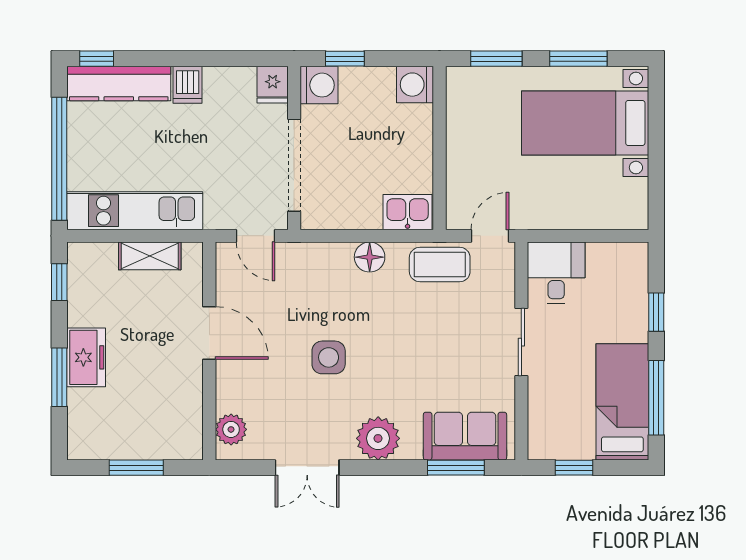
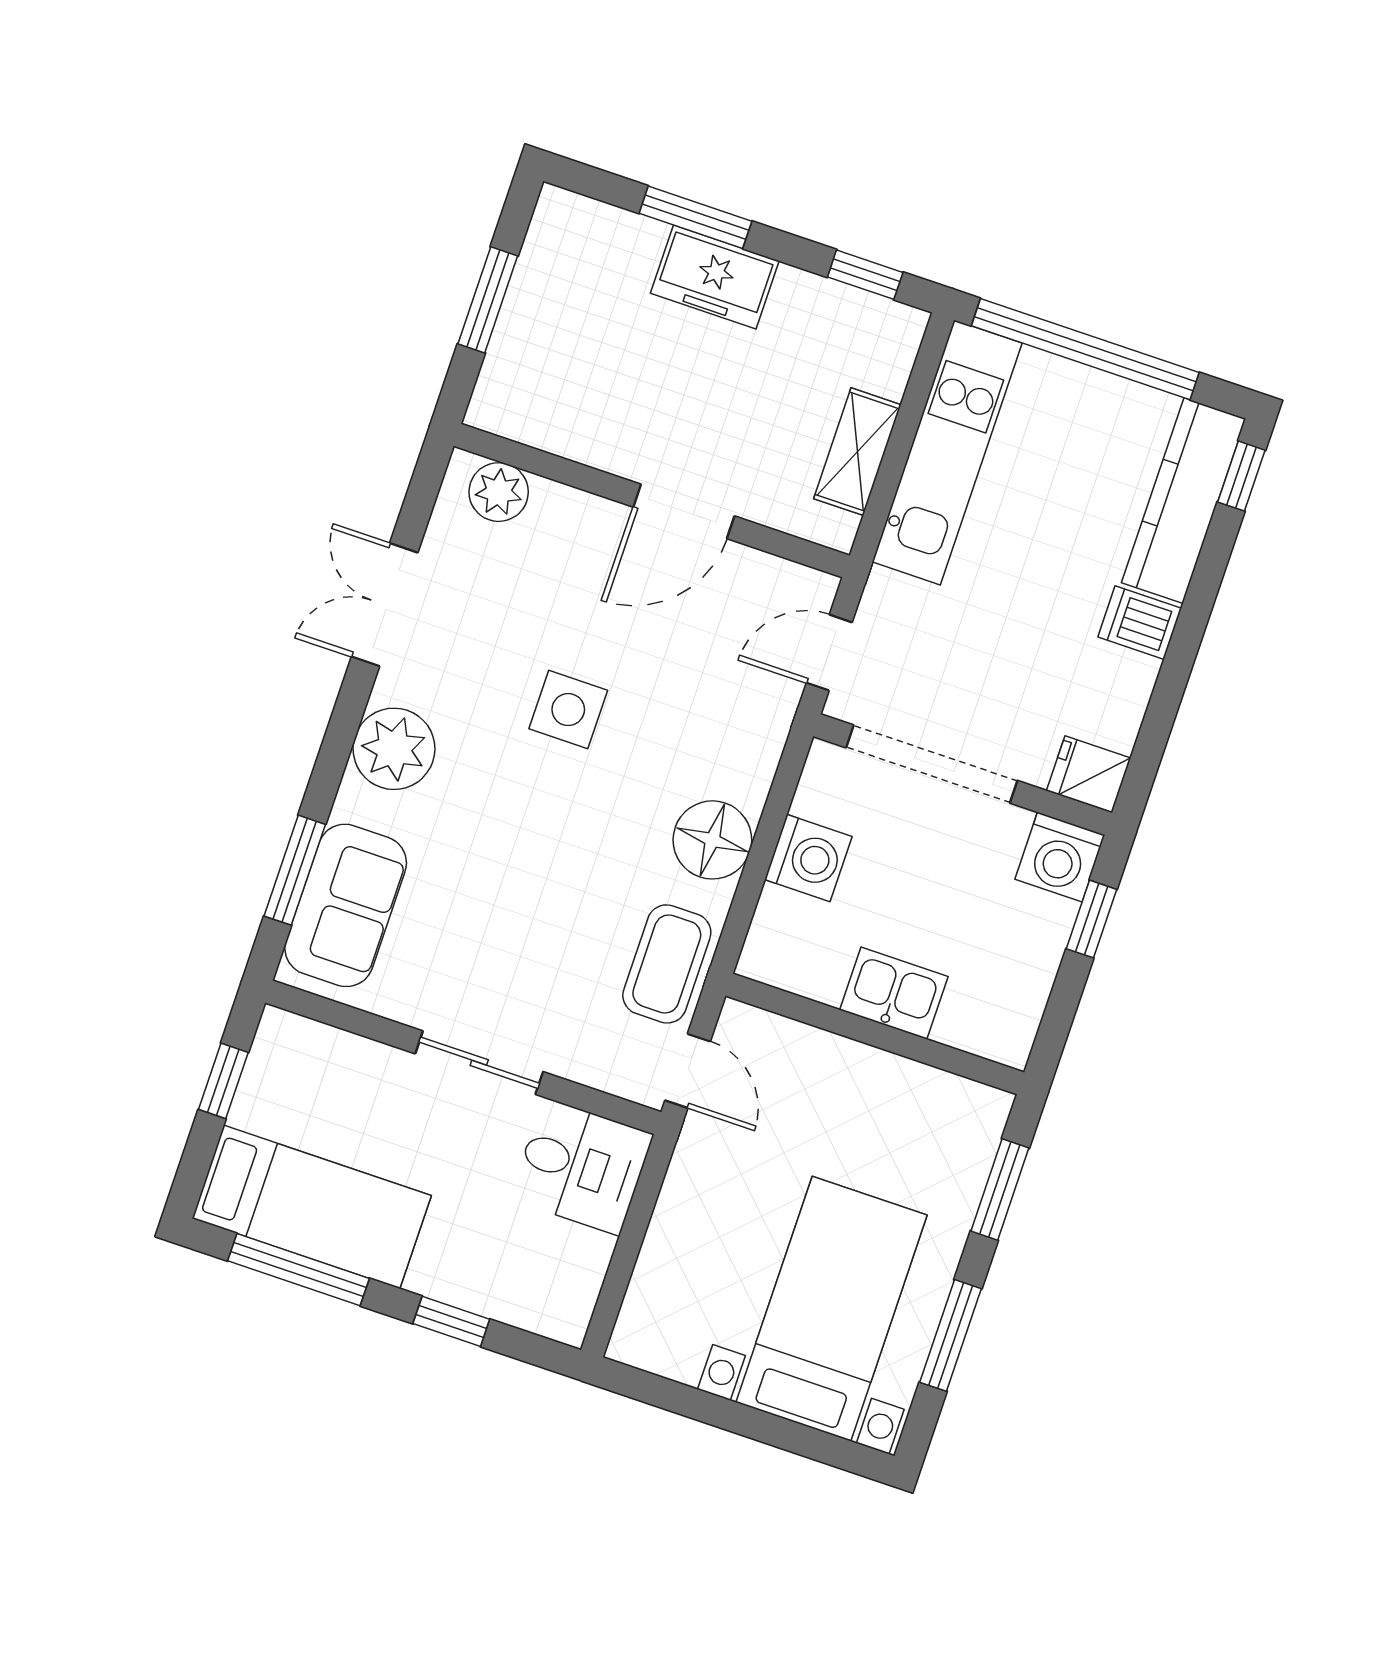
washing machine: (415, 85) -> (808, 858), moved, turned 90
kitchen sink: (408, 212) -> (894, 993), moved, turned -90
floor lamp: (370, 257) -> (712, 840), width x1.38, depth x1.38

